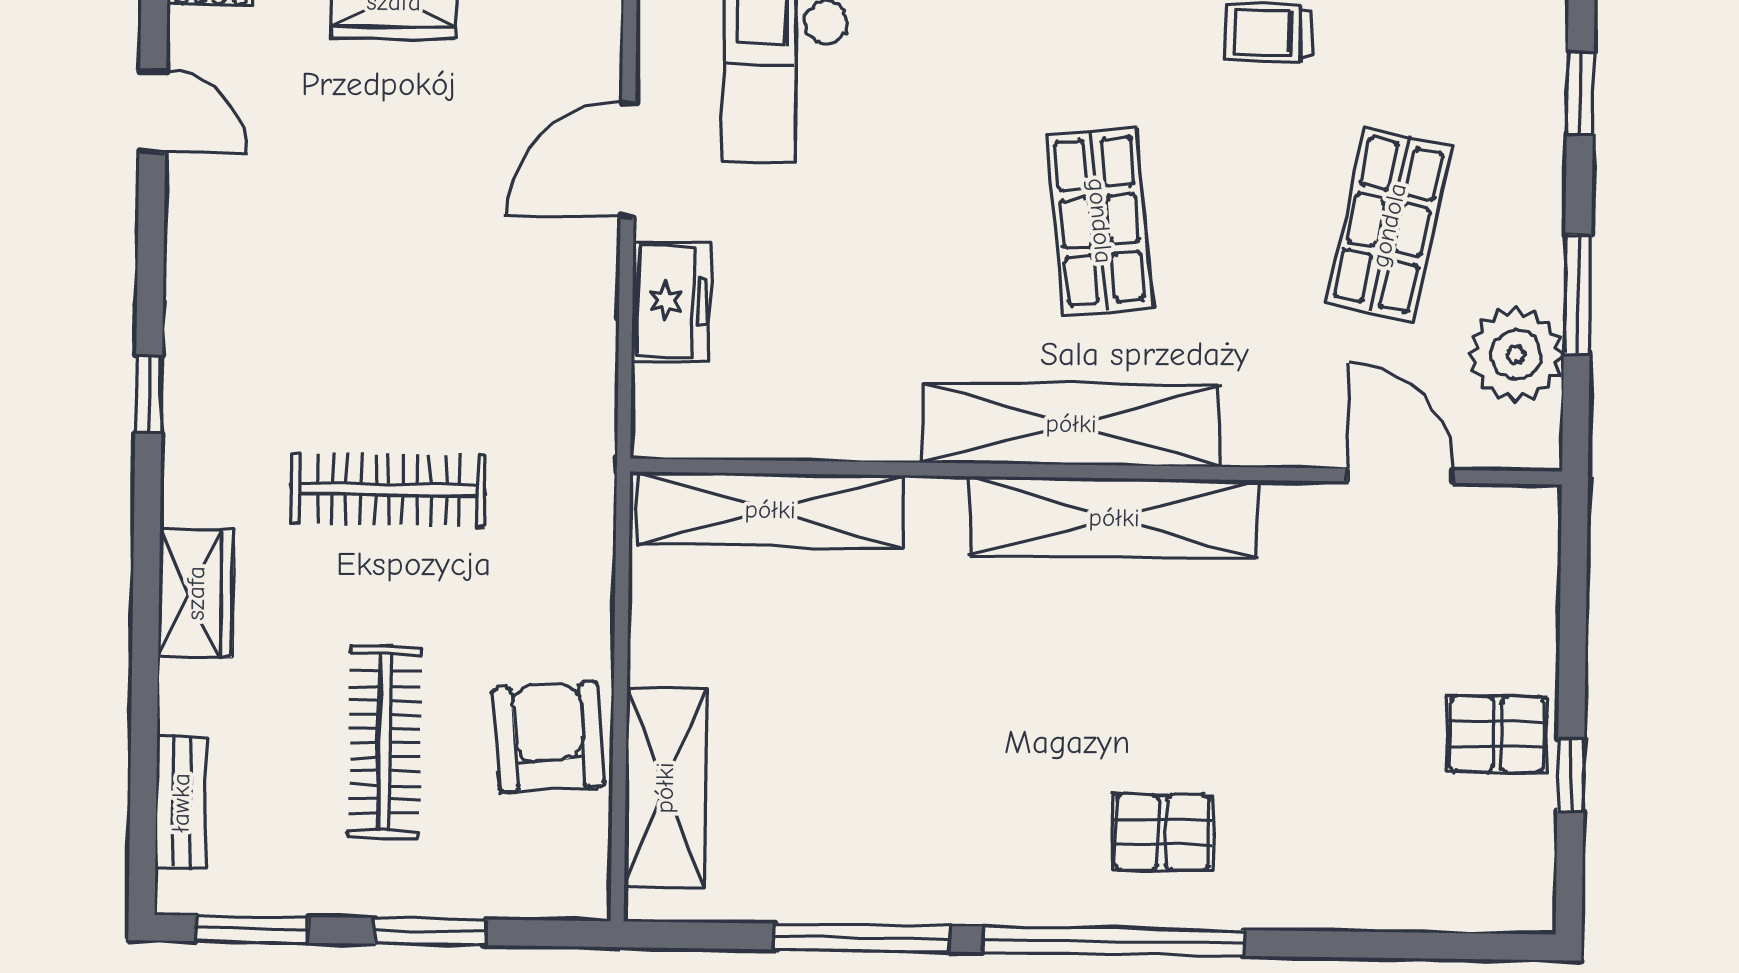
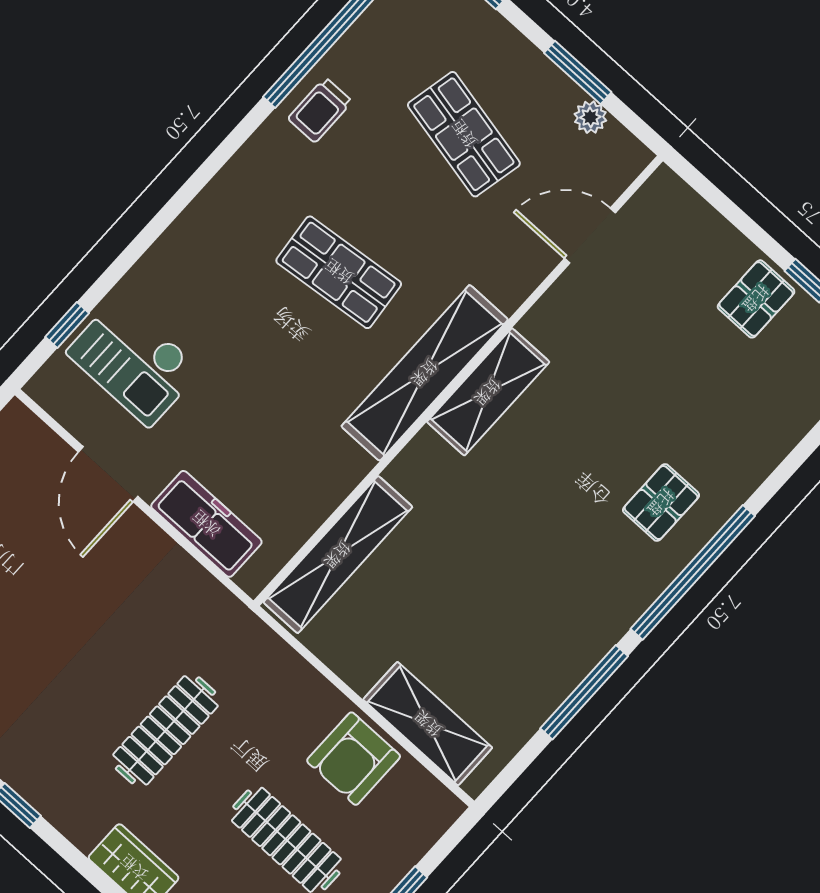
freezer: (671, 301) -> (206, 524), width x1.40
plant: (1516, 354) -> (590, 117), width x0.53, depth x0.53
shelving: (1114, 518) -> (488, 392), width x0.68
armchair: (549, 737) -> (354, 759), turned -85

